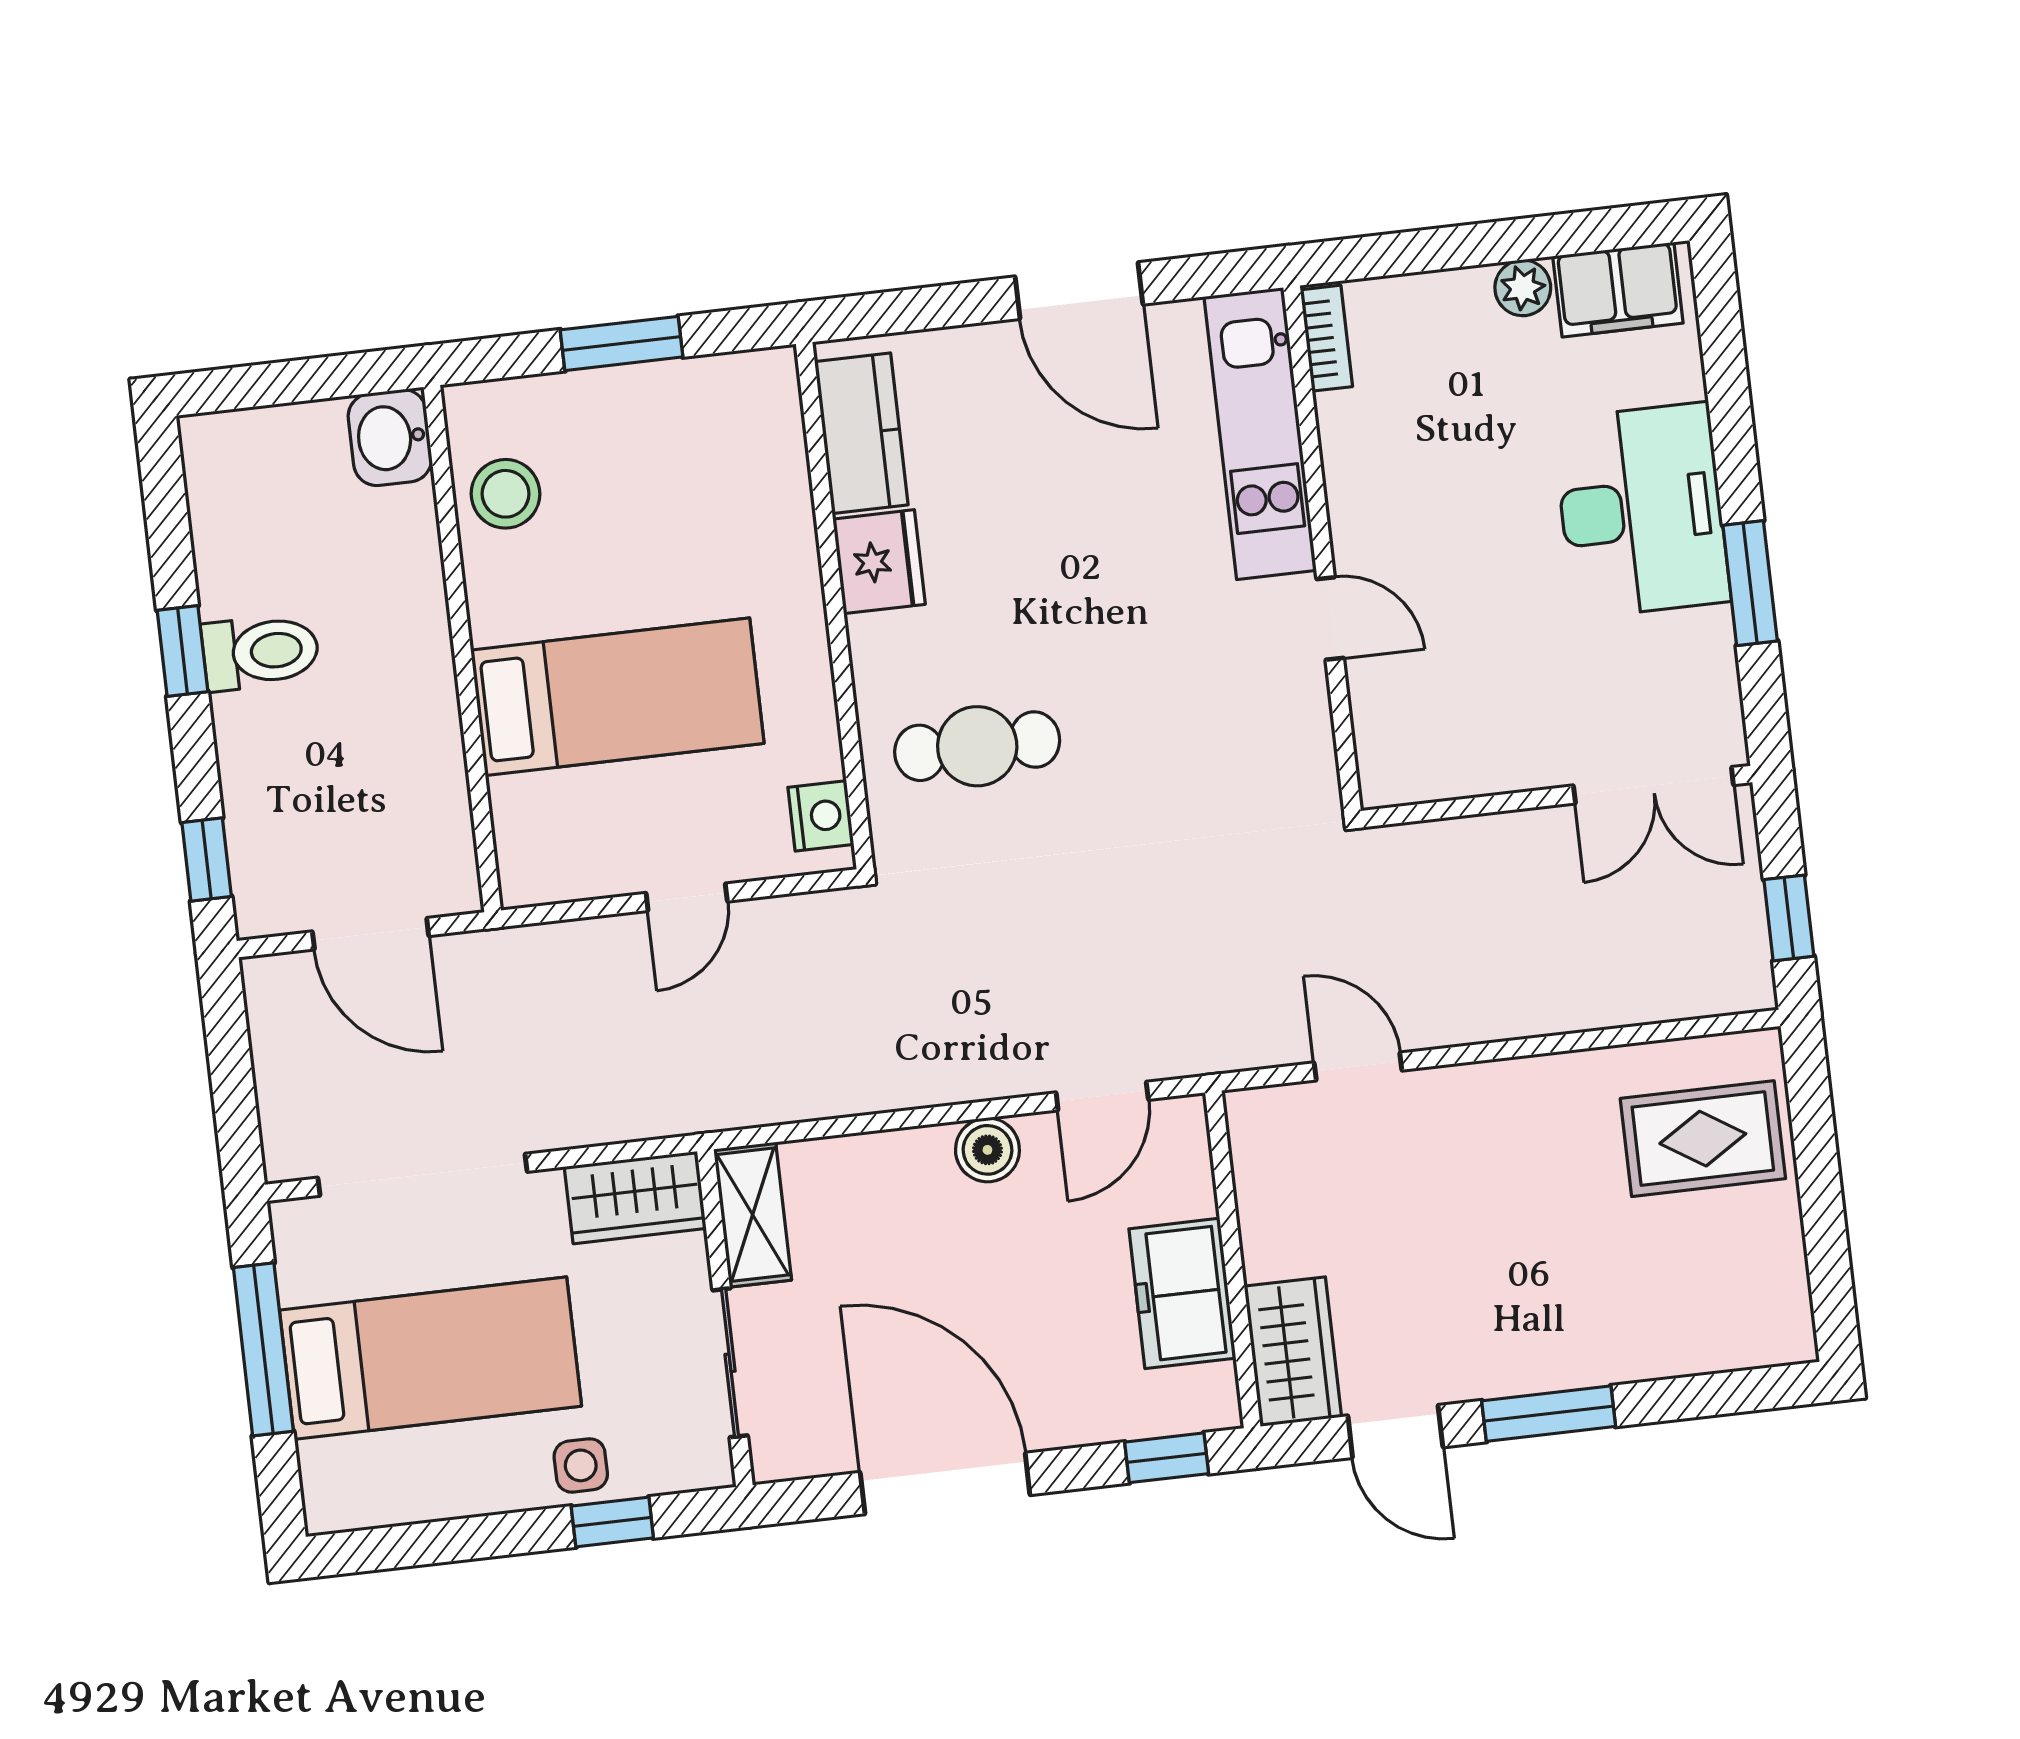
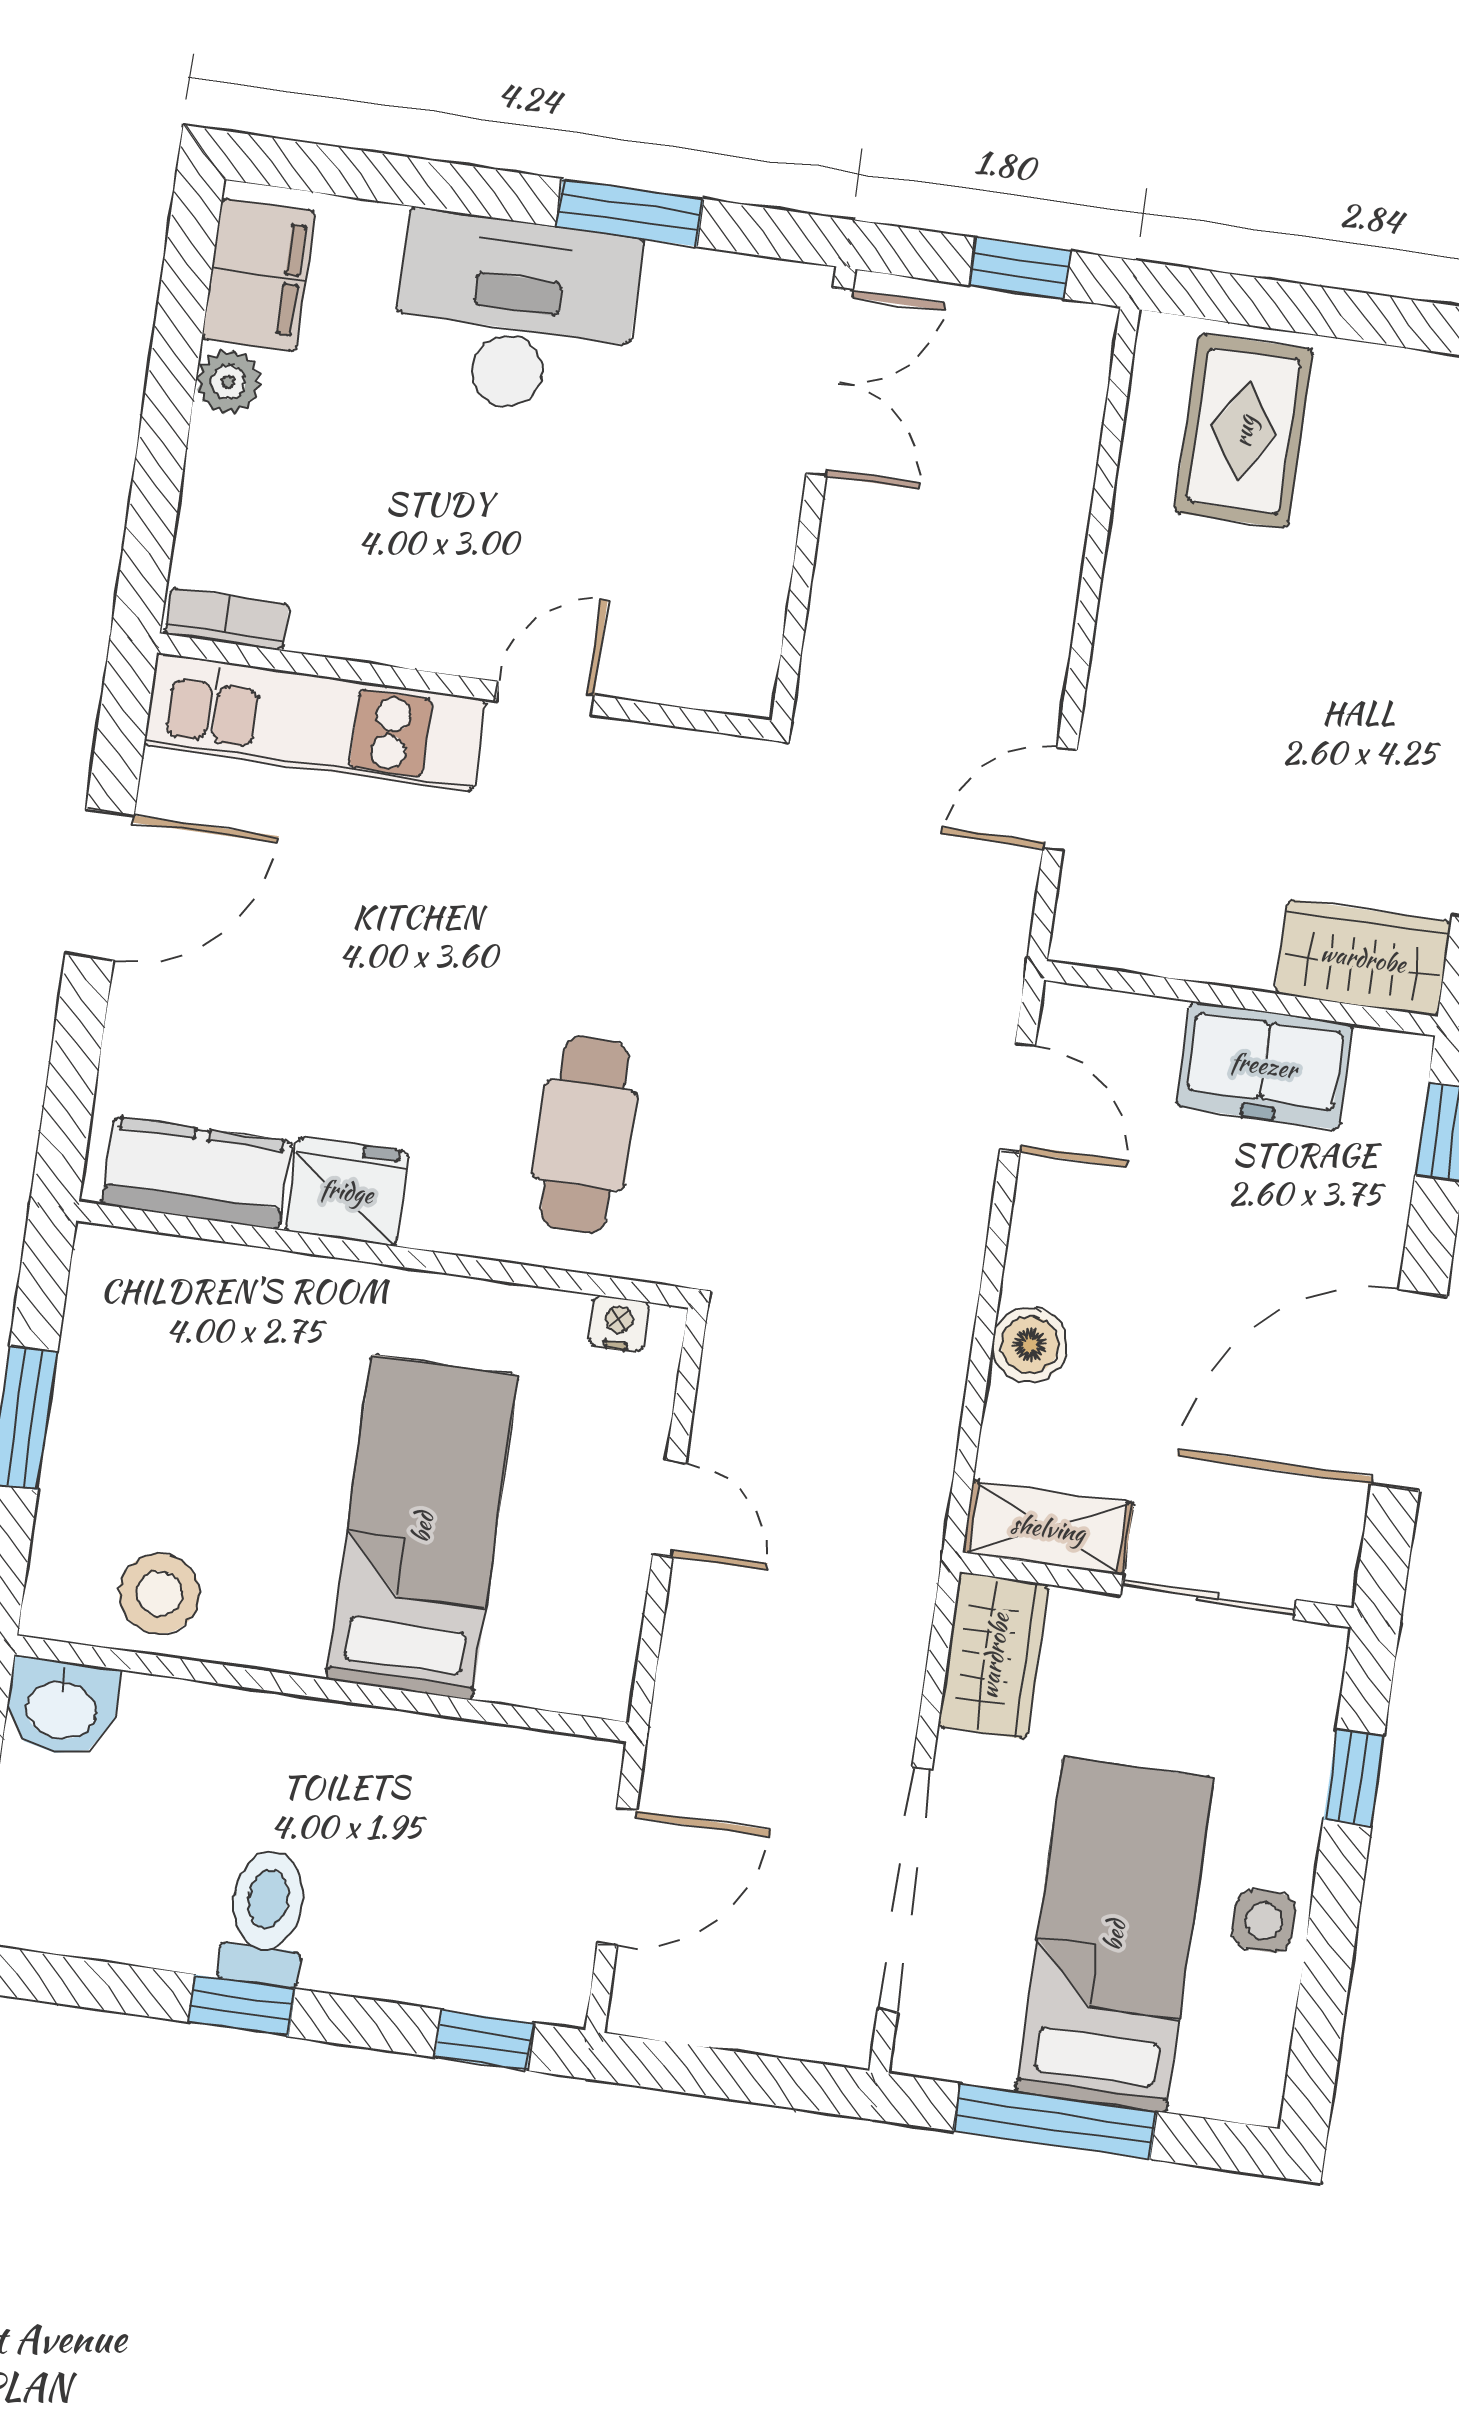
nightstand: (821, 816) -> (618, 1323), width x0.72, depth x0.74
boiler: (987, 1150) -> (1030, 1345), moved
side table: (581, 1465) -> (1264, 1921), moved

